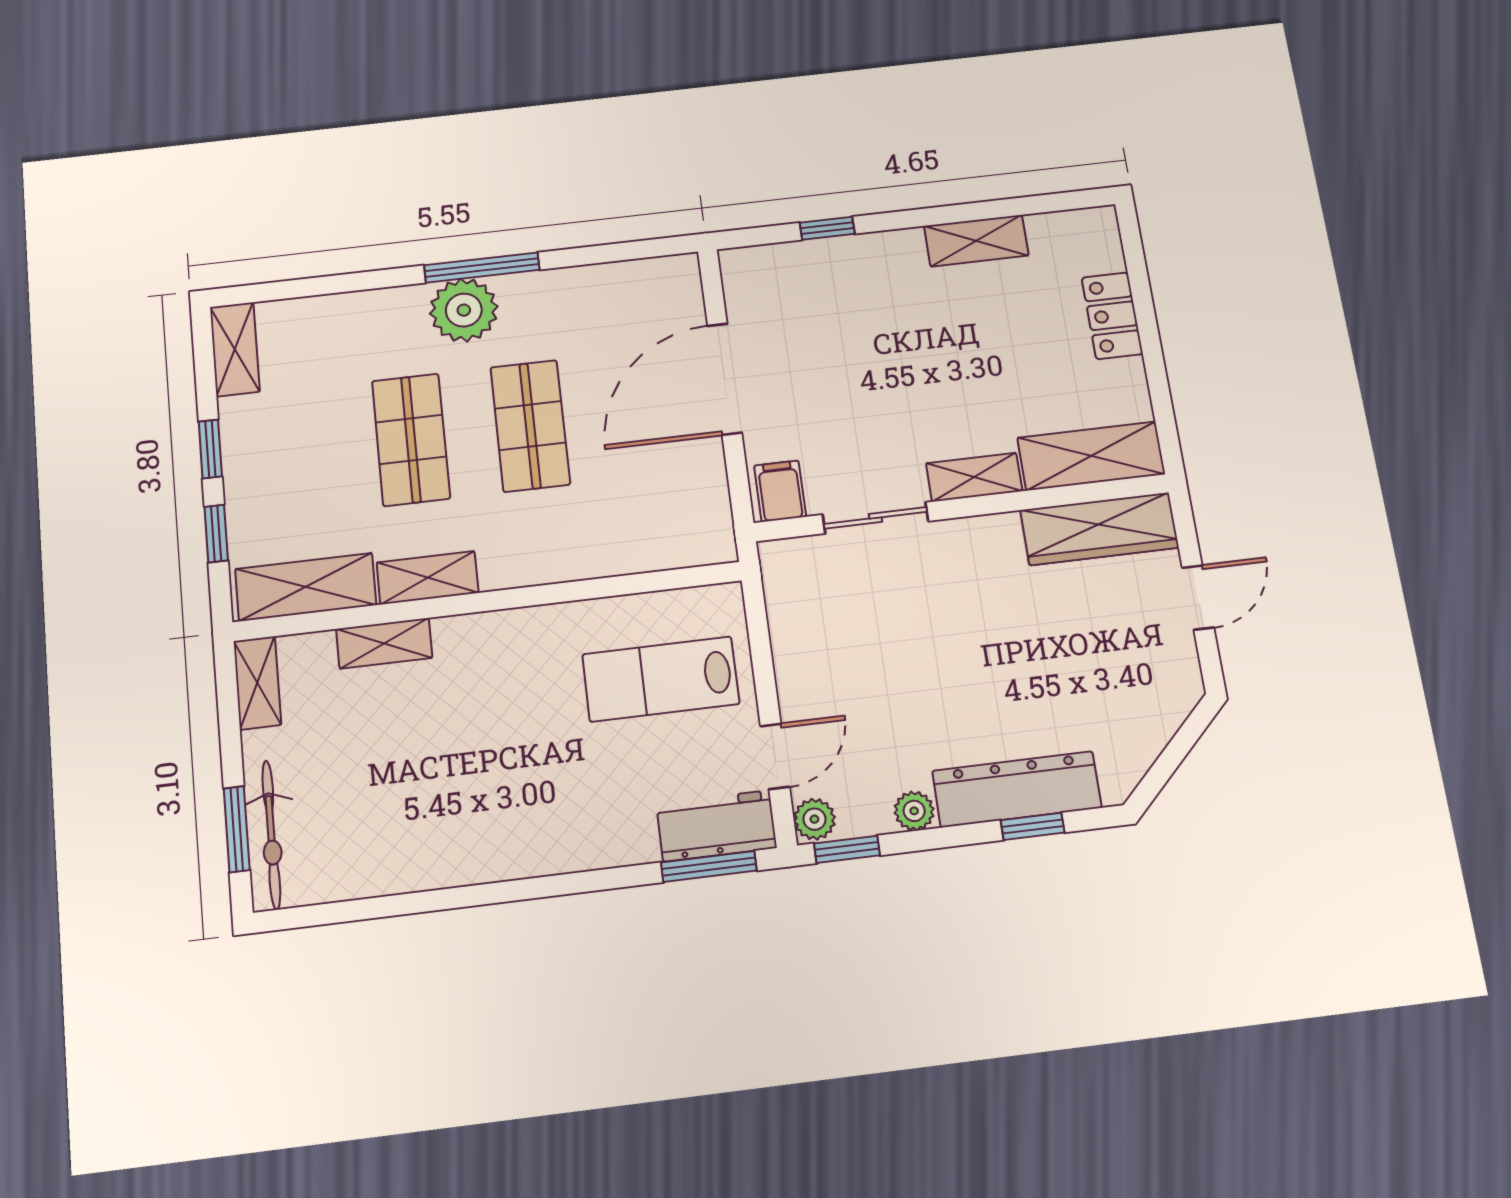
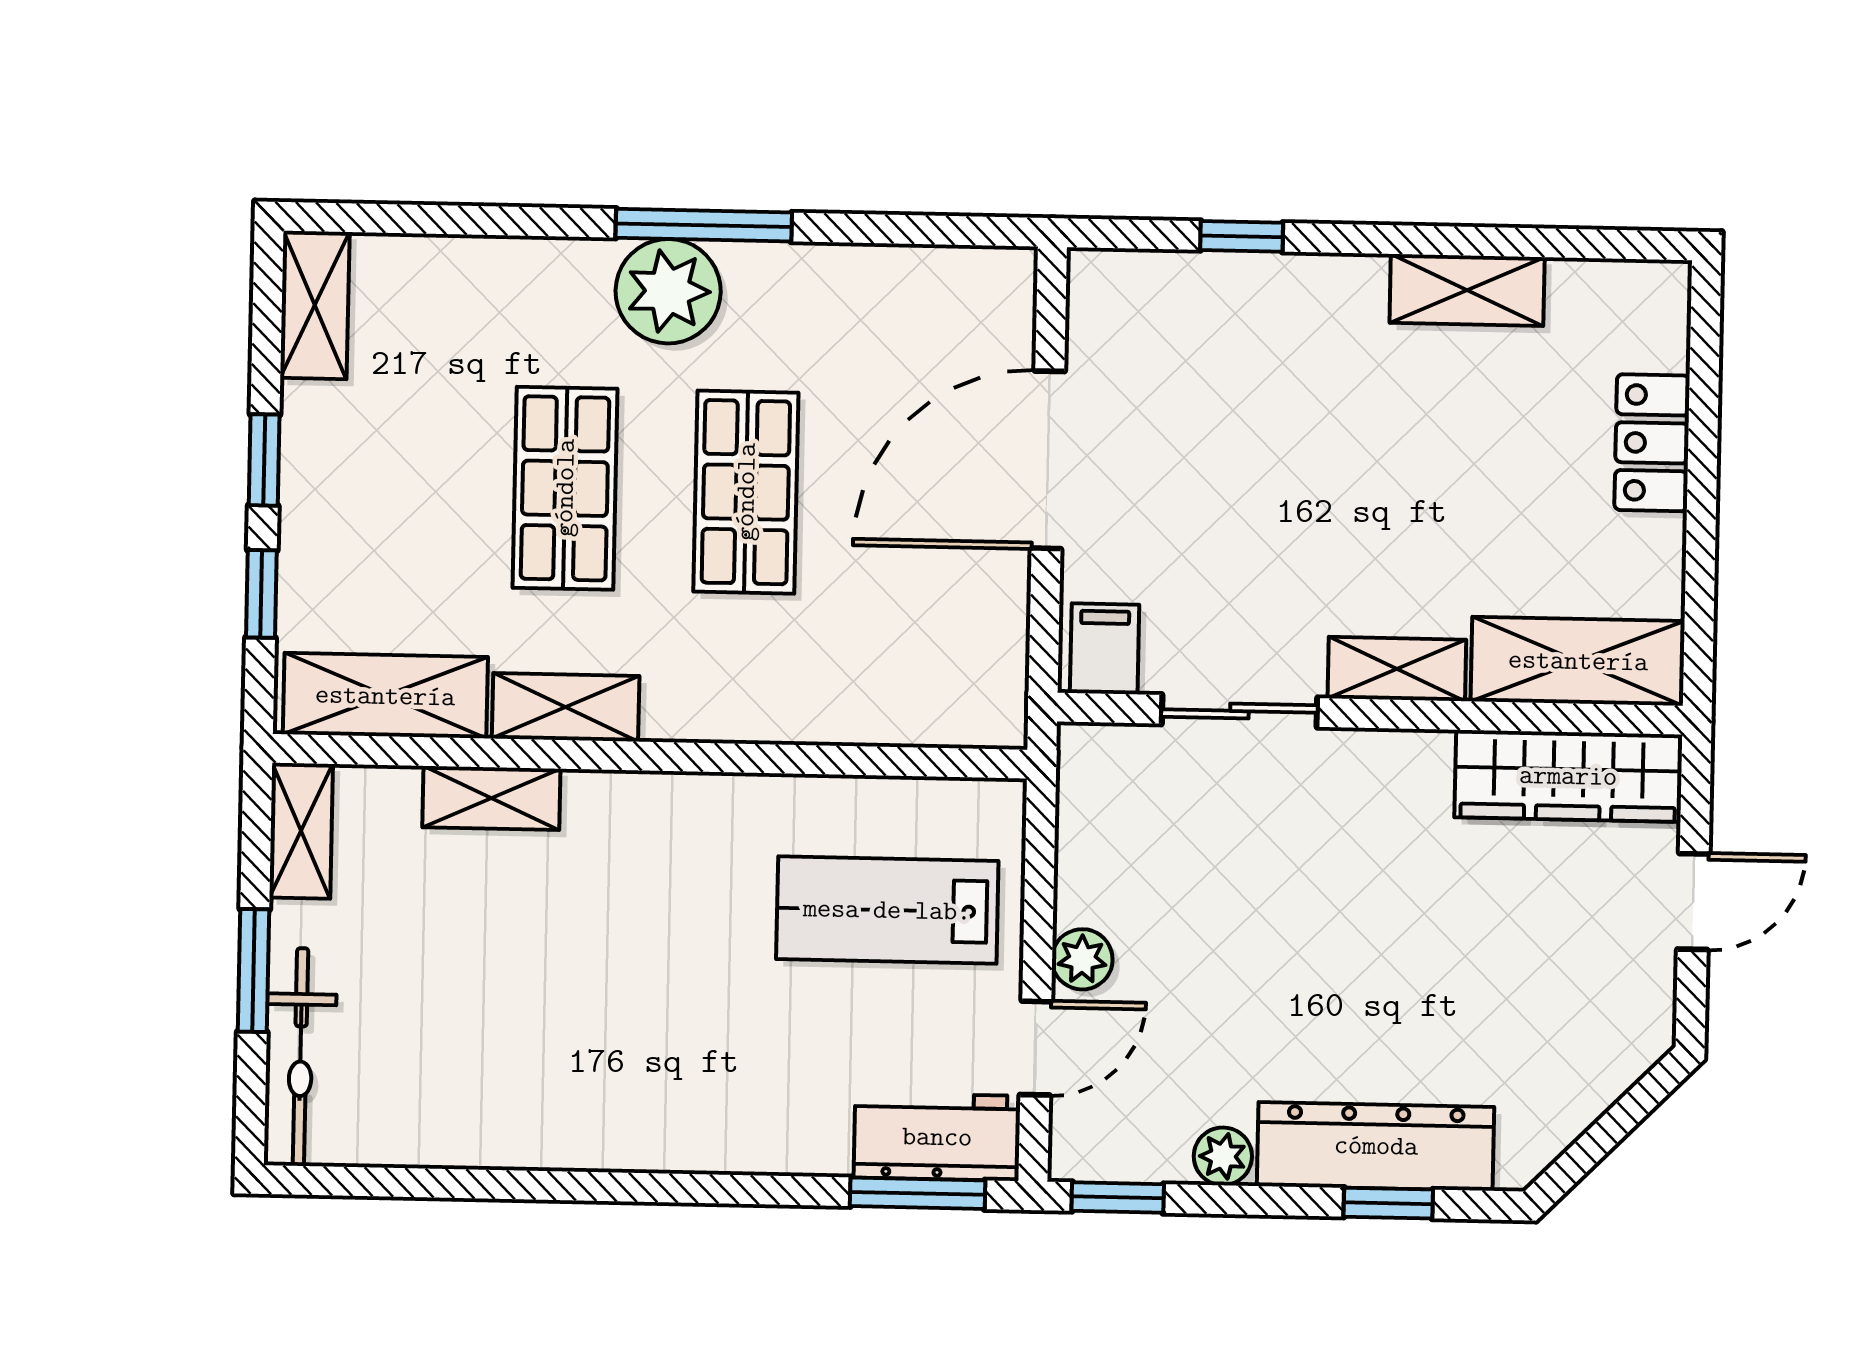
plant: (814, 819) -> (1082, 959), moved
window: (237, 829) -> (253, 970), moved

